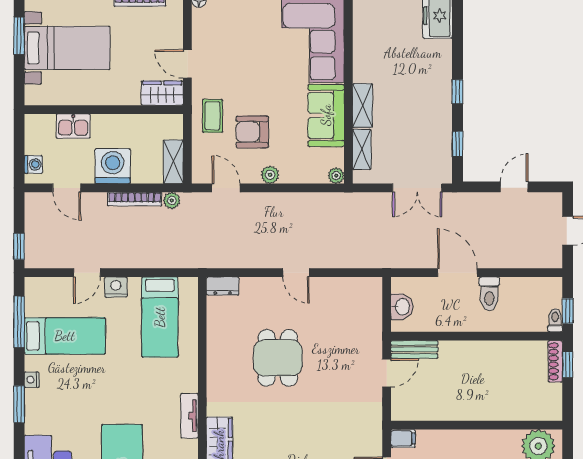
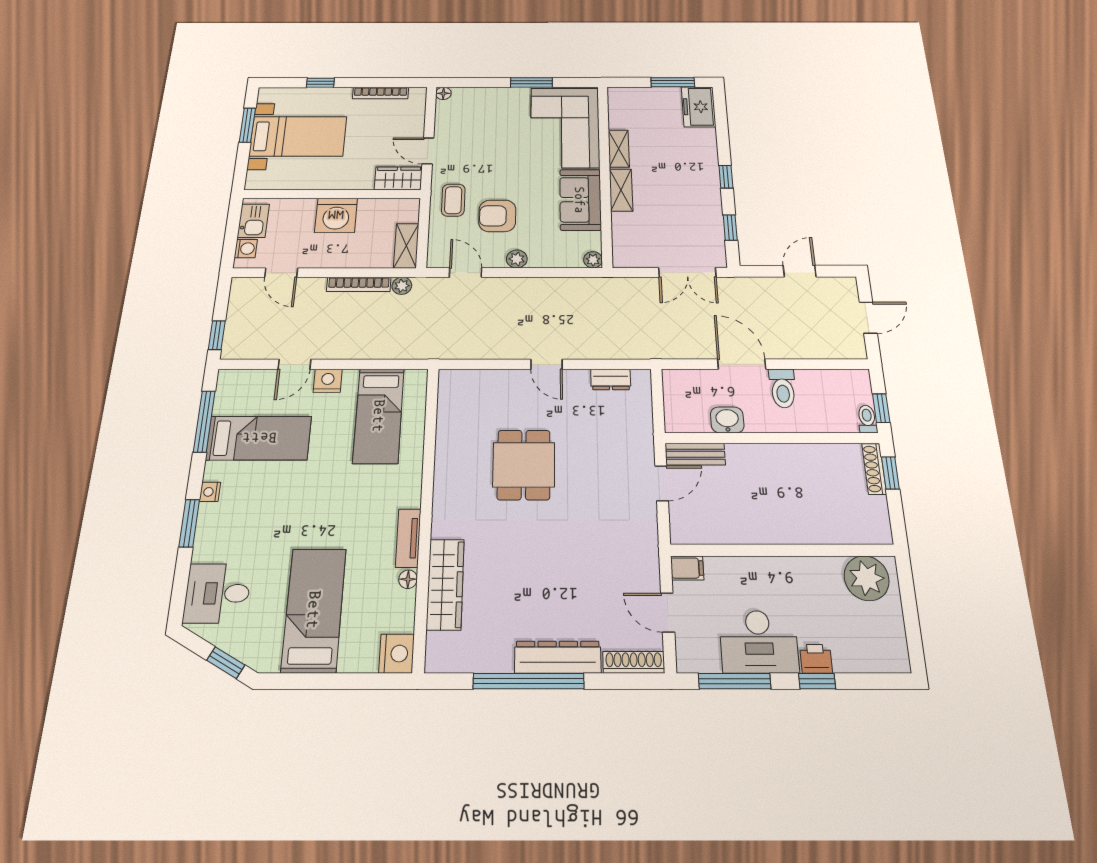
kitchen sink: (73, 126) -> (253, 221), moved, turned -90
shelving: (362, 149) -> (619, 149), moved
washing machine: (113, 166) -> (336, 215), moved, turned 180
dresser: (223, 286) -> (611, 379), moved
washbasin: (402, 307) -> (727, 420), moved, turned -90
floor lamp: (191, 447) -> (408, 579), added

